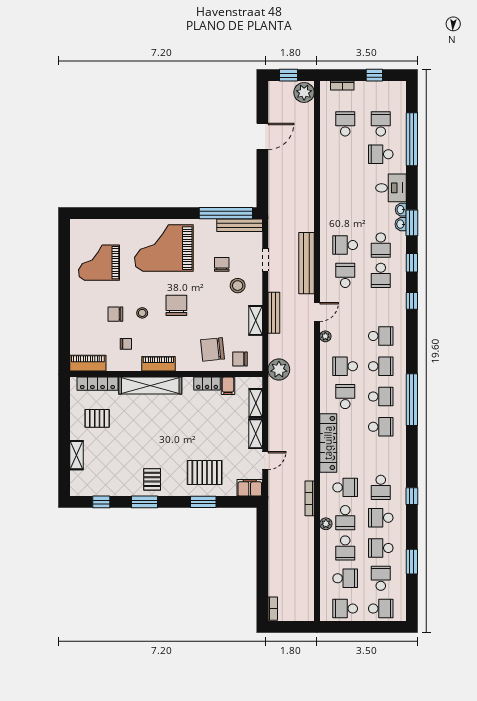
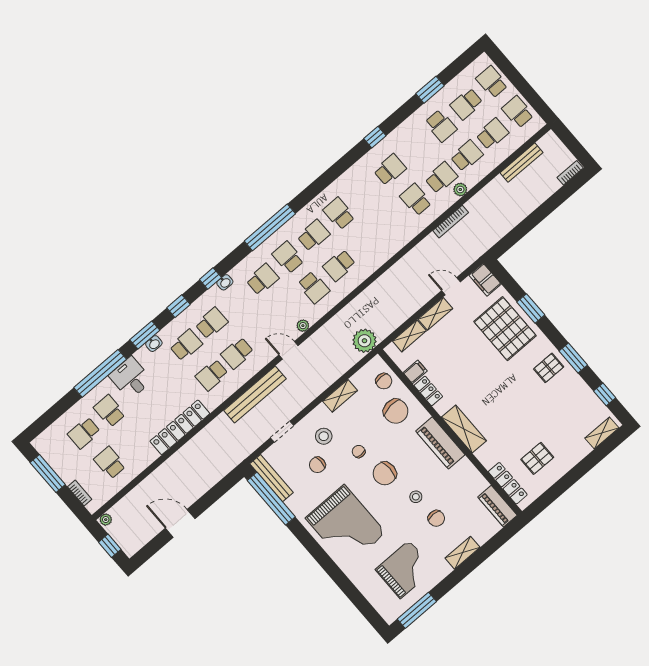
window: (374, 75) -> (48, 474), width x2.17
plant: (304, 92) -> (106, 520), width x0.53, depth x0.53
school desk: (345, 124) -> (110, 463), turned 90
window: (412, 139) -> (100, 373), moved
school desk: (381, 154) -> (109, 411), turned 180
washbasin: (401, 210) -> (225, 282), moved
school desk: (345, 245) -> (212, 375), turned 90
window: (64, 247) -> (417, 610), added
grand piano: (99, 263) -> (405, 569), turned -90
shelving: (77, 312) -> (462, 553), added
bench: (274, 313) -> (521, 163), moved
school desk: (381, 336) -> (262, 279), turned 90
chair: (126, 344) -> (359, 452), moved
piano: (158, 364) -> (440, 443), width x1.37, depth x1.33
shelving: (150, 386) -> (464, 429), width x0.68
school desk: (381, 397) -> (313, 235), turned 90
window: (412, 400) -> (270, 227), moved
pallet: (97, 418) -> (537, 458), turned 90
locker: (328, 443) -> (180, 427), moved
shelving: (76, 455) -> (602, 433), moved
pallet: (205, 473) -> (505, 329), width x1.37, depth x1.41
school desk: (381, 518) -> (415, 148), removed
school desk: (345, 578) -> (492, 134), turned 90
school desk: (345, 609) -> (518, 112), turned 180

